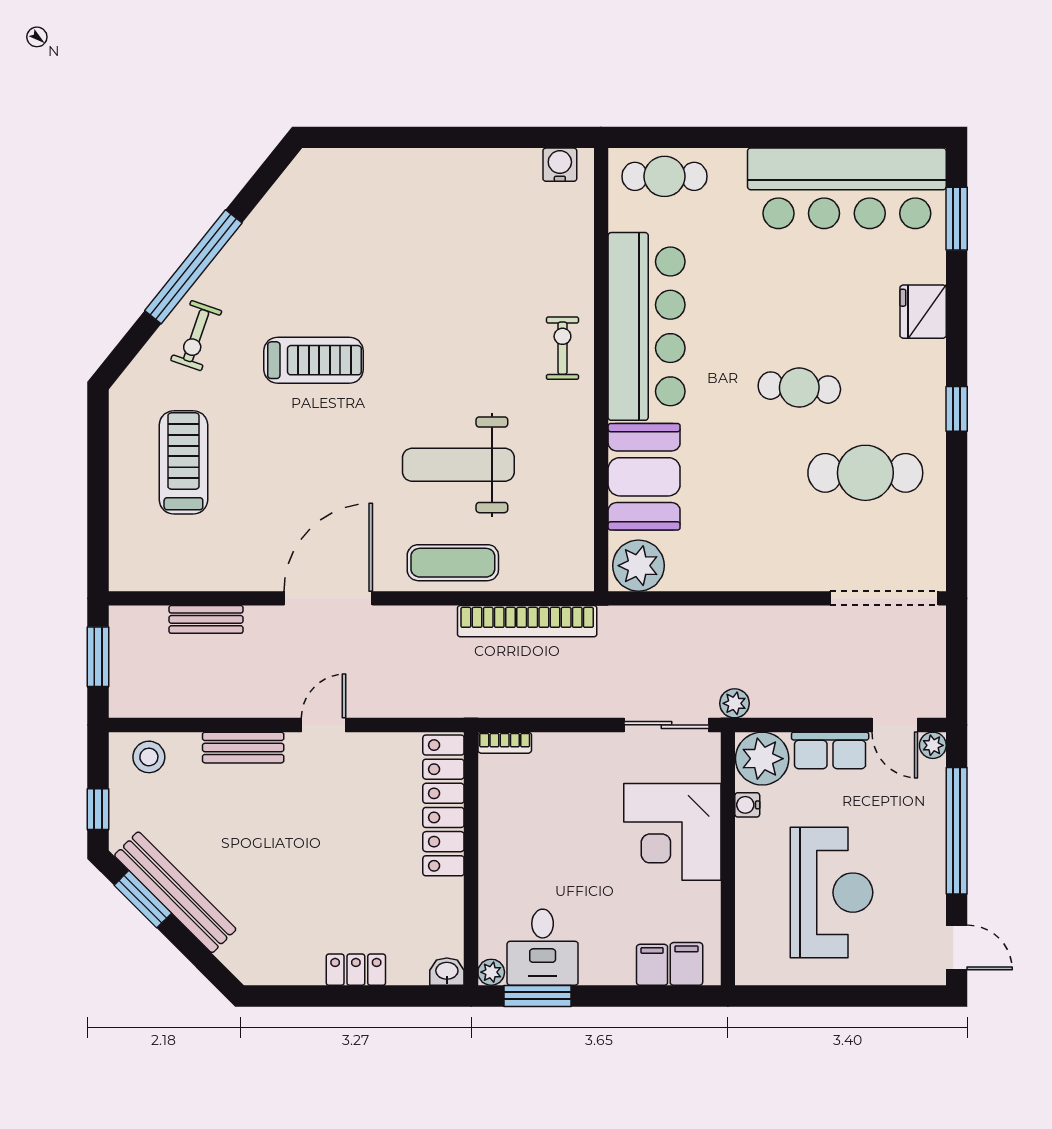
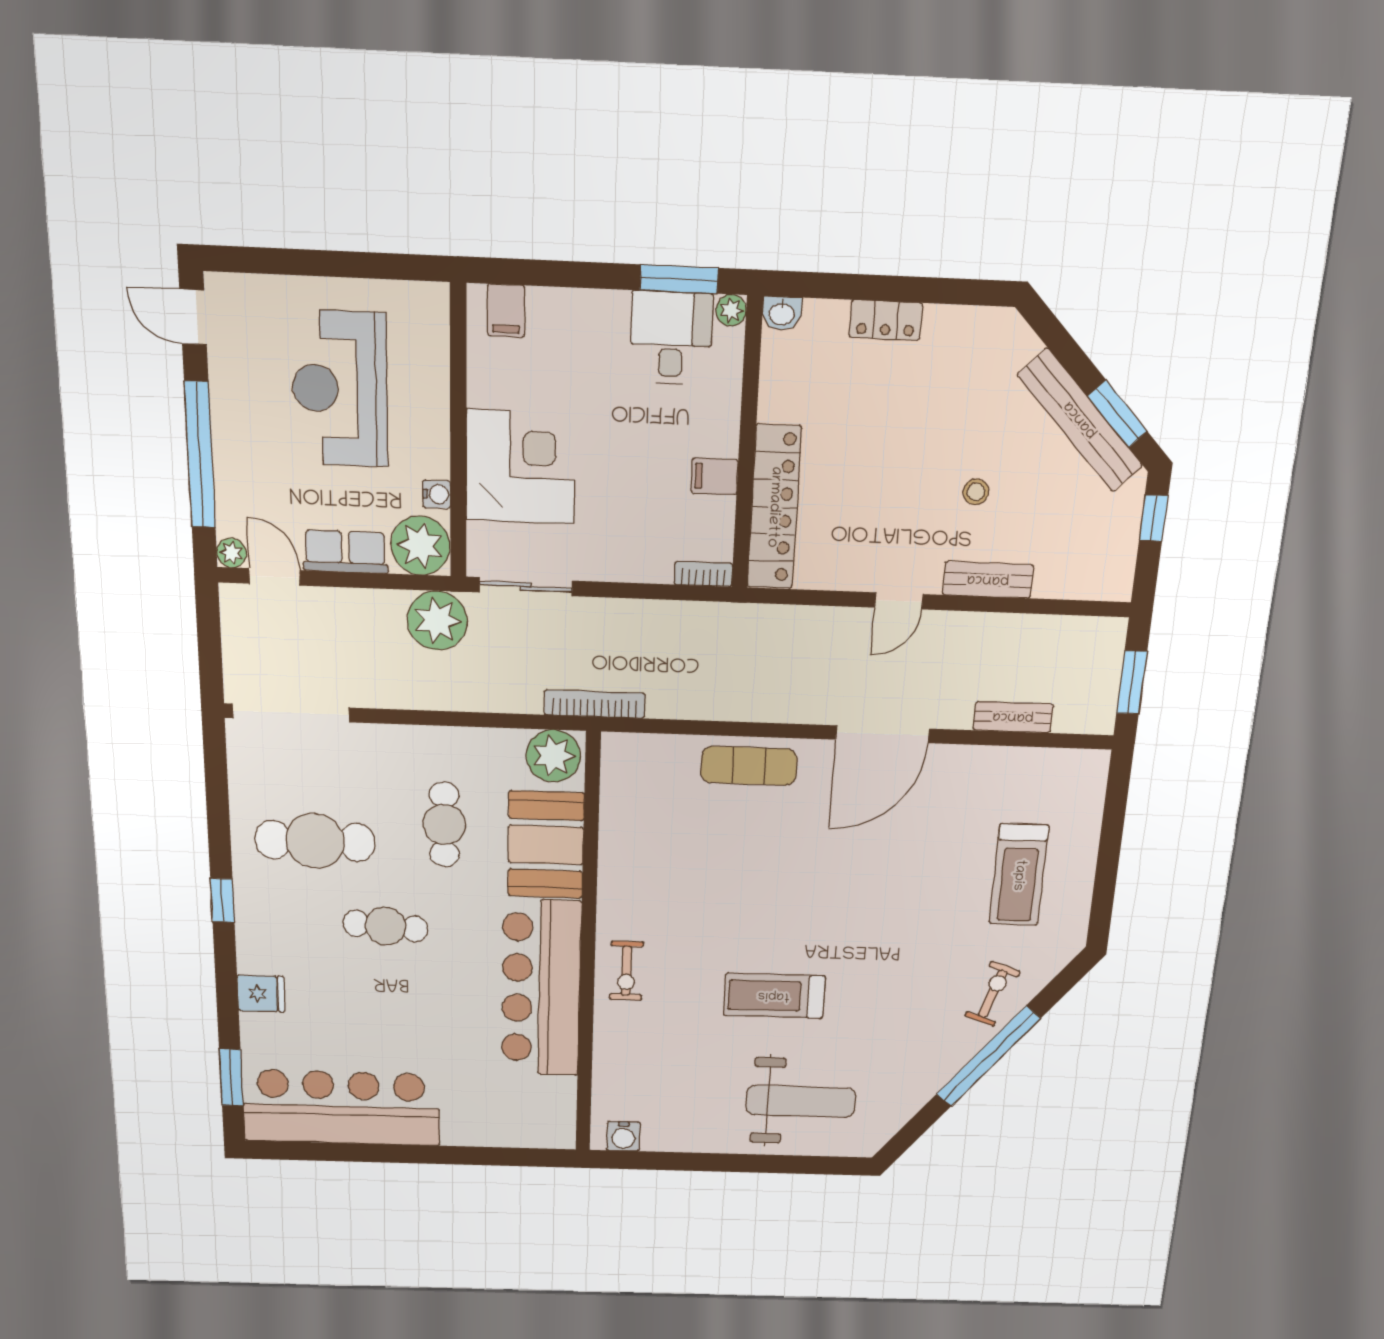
cafe table: (665, 176) -> (444, 824), moved, turned 90
fridge: (923, 312) -> (261, 994), width x0.72
treadmill: (314, 360) -> (774, 996), moved
weight bench: (458, 465) -> (801, 1101), moved
bookcase: (527, 621) -> (595, 704), moved, width x0.68, depth x0.76
plant: (735, 703) -> (437, 621), width x1.87, depth x1.87
stool: (149, 757) -> (976, 492), moved, width x0.73, depth x0.73
filing cabinet: (652, 965) -> (715, 476), moved, turned 90

